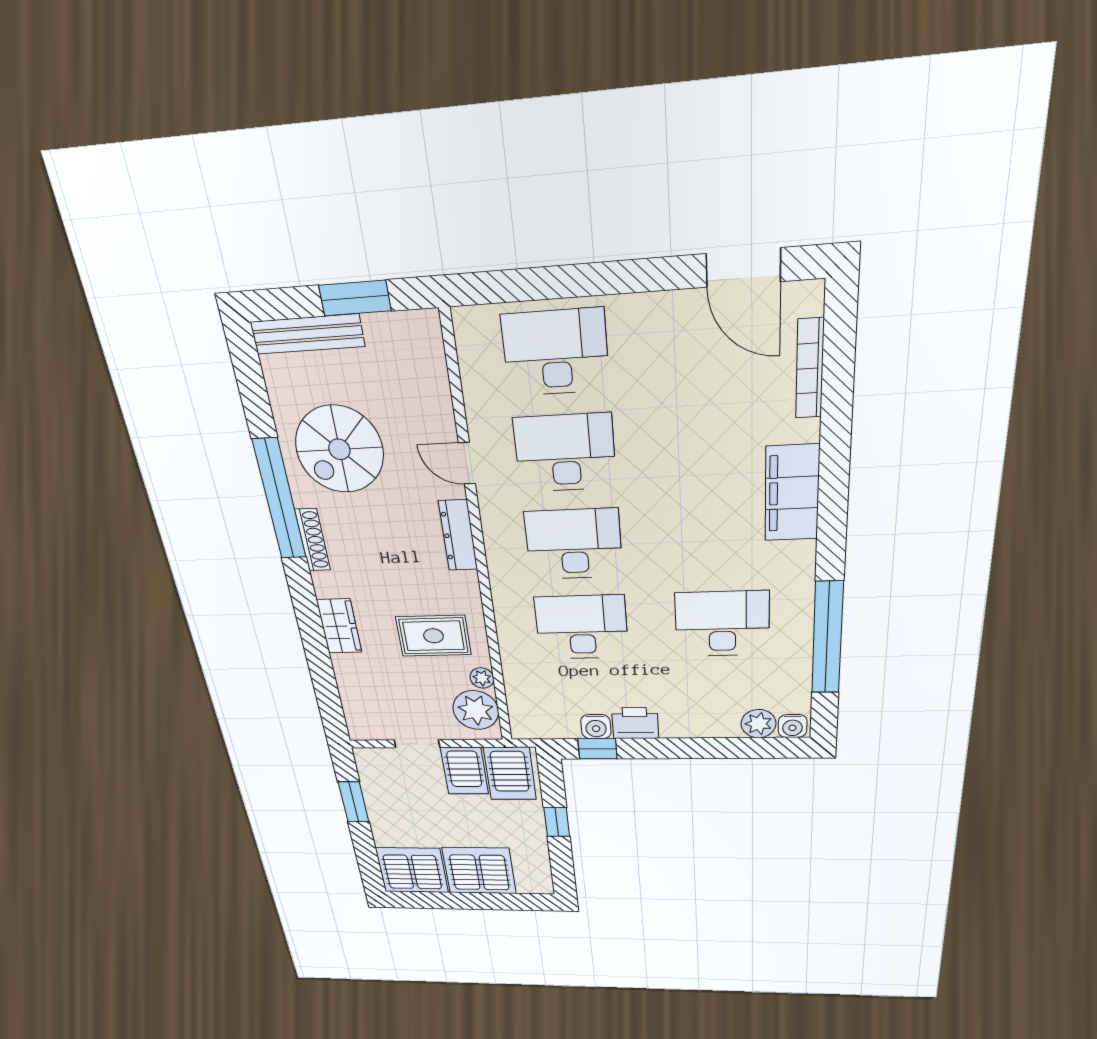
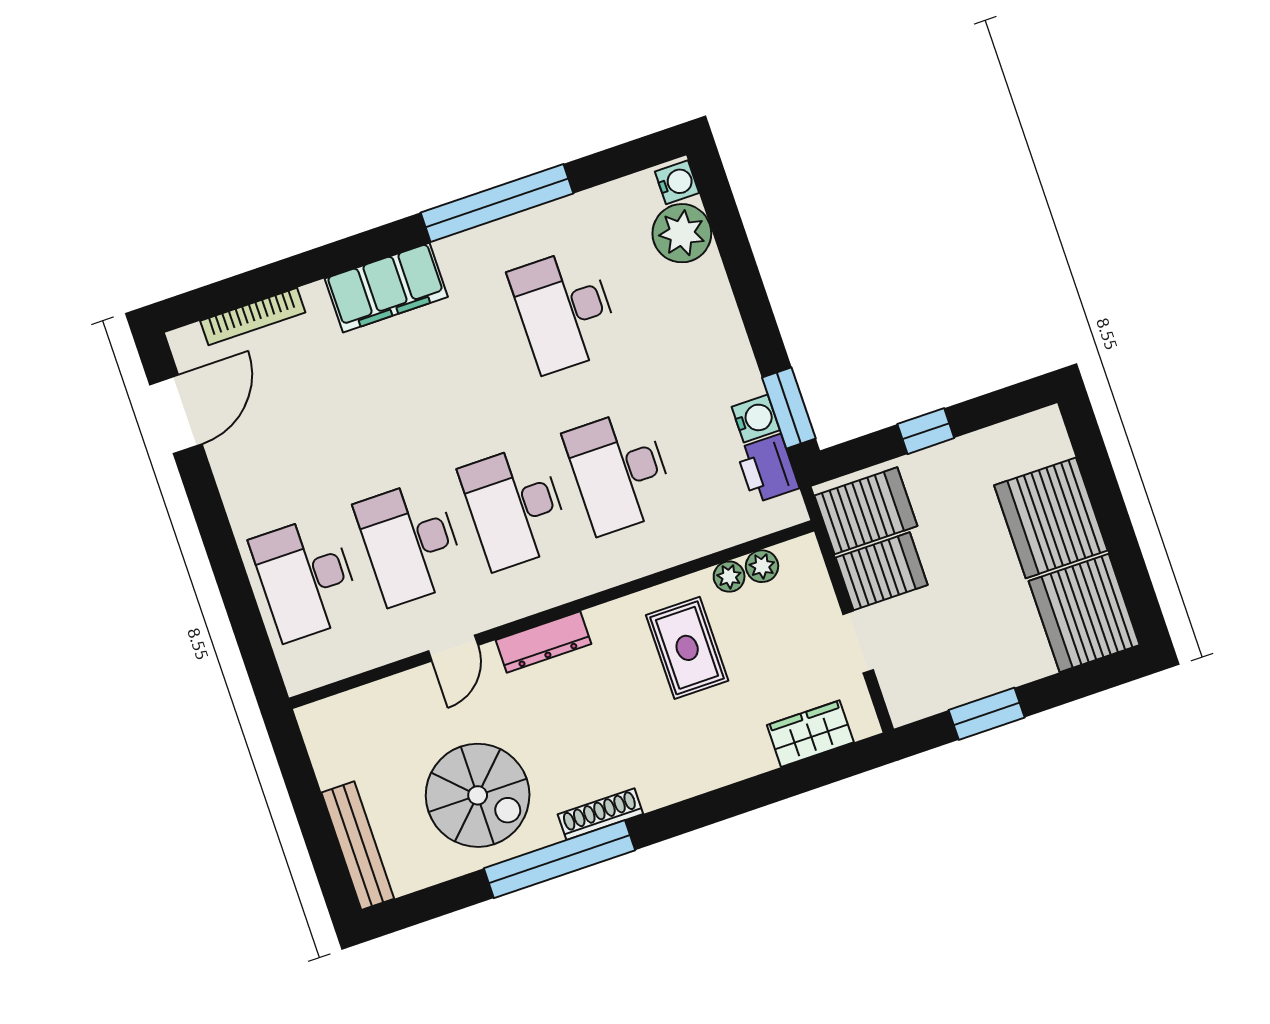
window: (355, 298) -> (307, 799), removed
wardrobe: (339, 626) -> (810, 734), moved
window: (827, 638) -> (497, 203), moved
plant: (476, 710) -> (762, 566), width x0.53, depth x0.53
printer: (635, 723) -> (768, 469), moved
plant: (759, 724) -> (682, 233), width x1.36, depth x1.36
window: (597, 749) -> (789, 408), width x1.50

